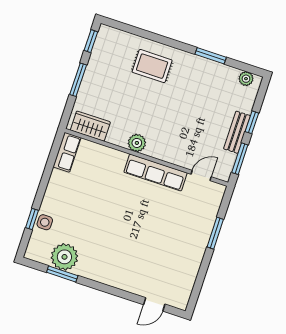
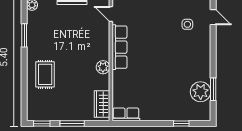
side table: (45, 222) -> (187, 24), moved

